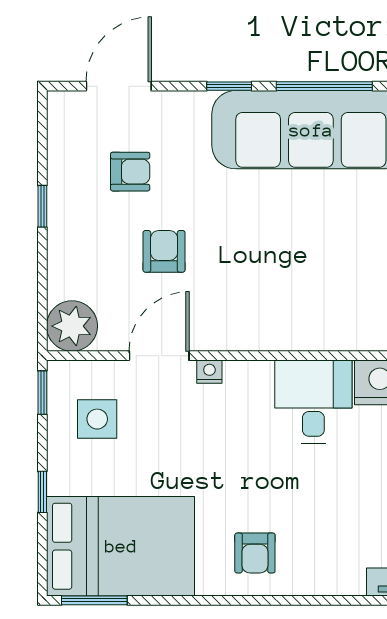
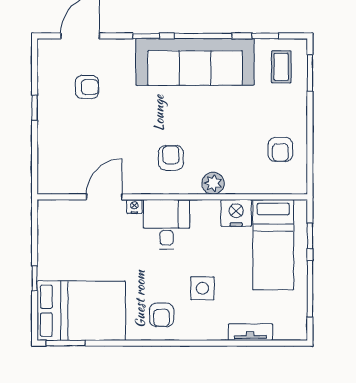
armchair: (164, 251) -> (171, 158), moved
plant: (72, 326) -> (213, 183), moved, width x0.73, depth x0.73
window: (42, 393) -> (35, 219), removed
desk: (313, 401) -> (167, 224), moved
side table: (97, 419) -> (202, 288), moved

